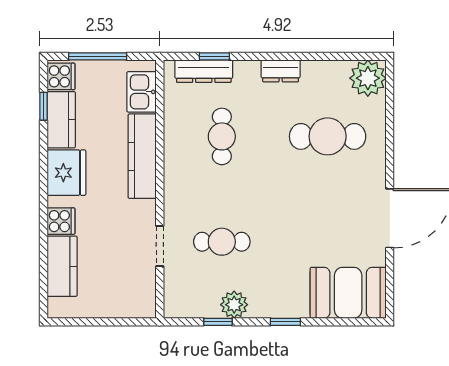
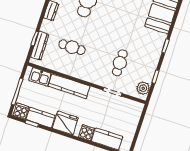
plant: (234, 305) -> (143, 88), moved

